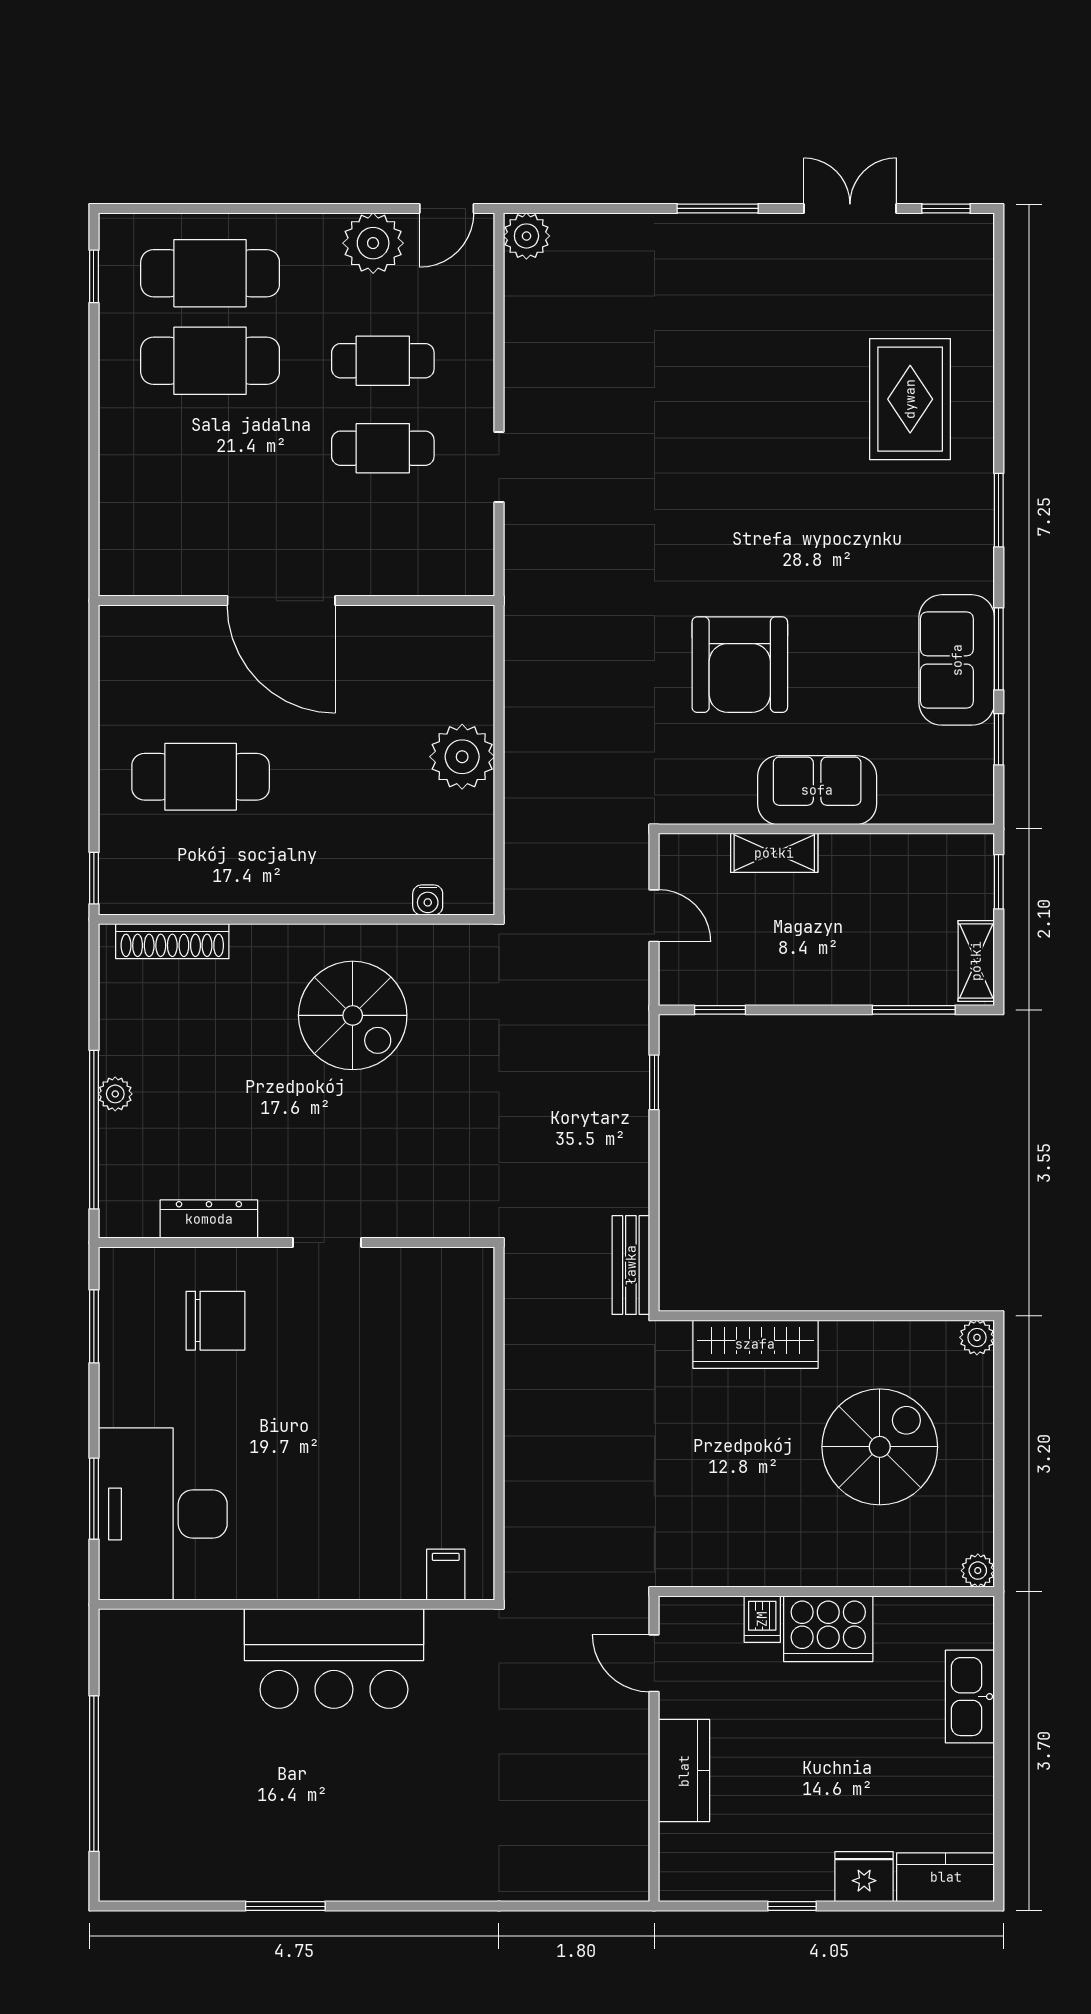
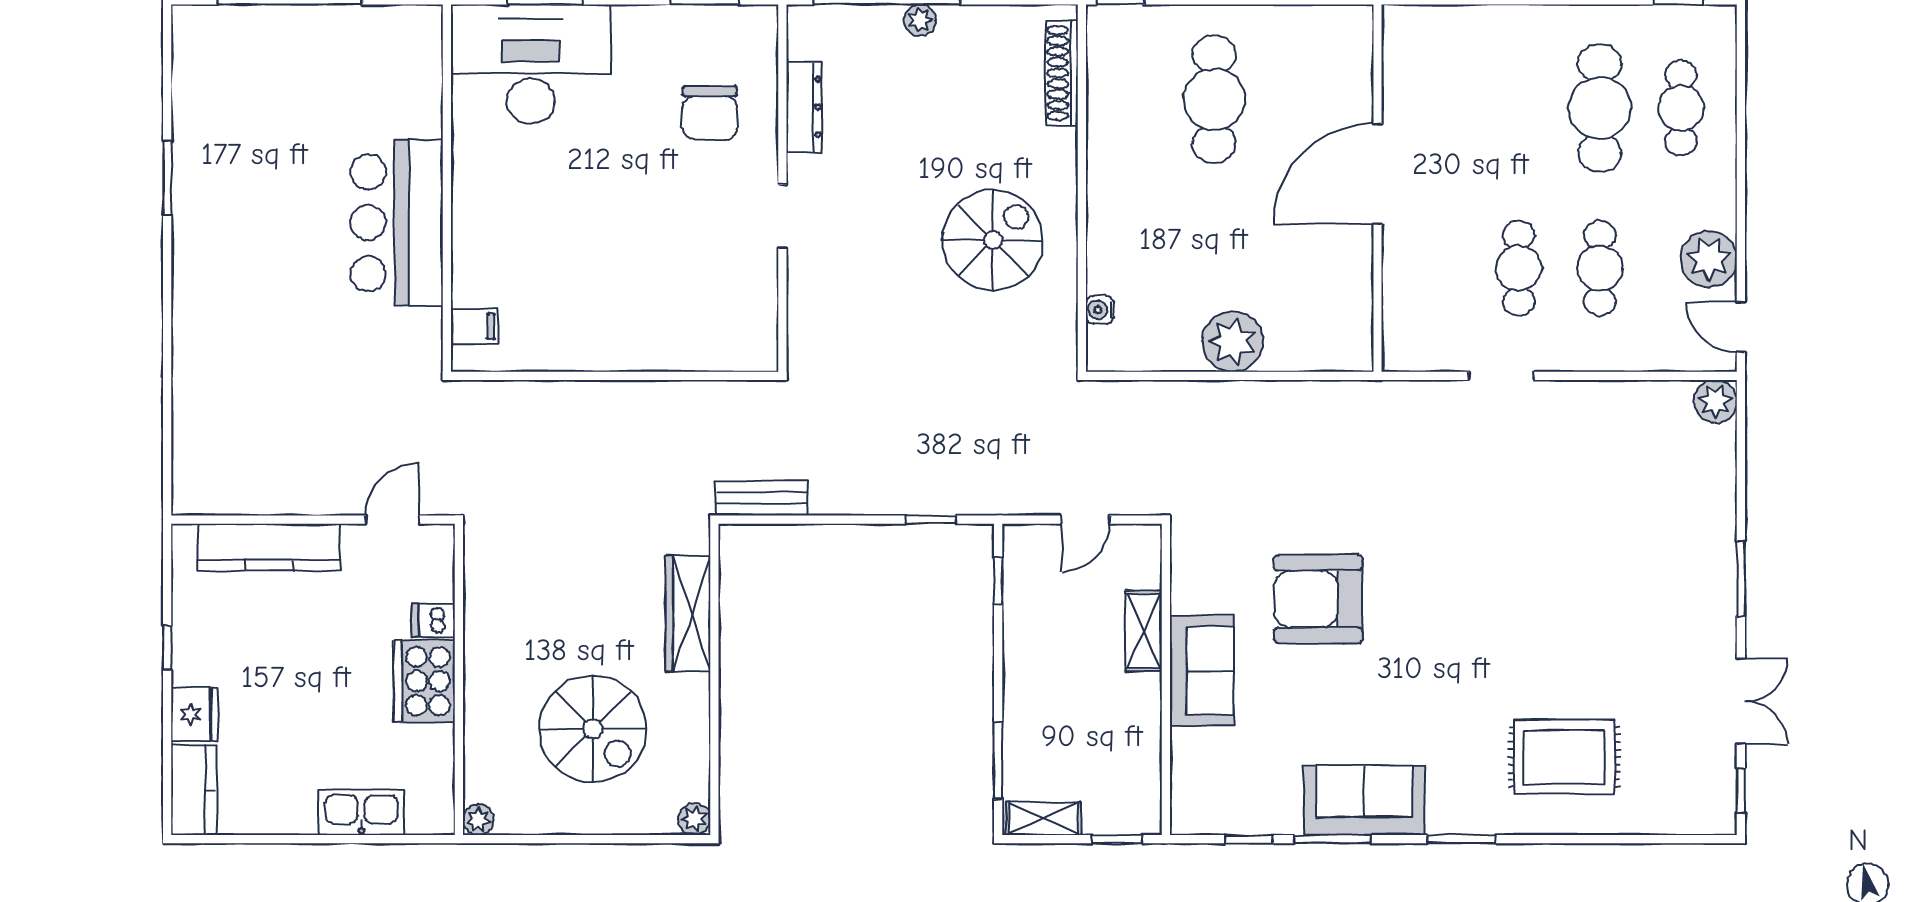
cafe table: (210, 273) -> (1681, 108), width x0.73, depth x0.74
sofa: (957, 660) -> (1364, 800), moved
spiral stairs: (353, 1015) -> (993, 240), turned 180
kitchen counter: (684, 1771) -> (269, 547), width x1.50

